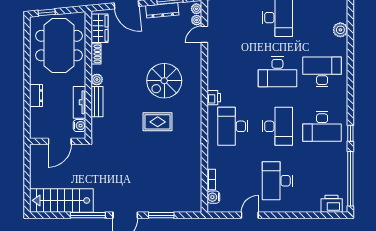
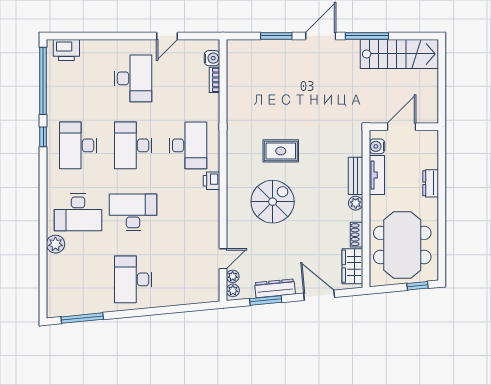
plant: (340, 30) -> (55, 244), moved
desk: (322, 126) -> (78, 145), turned -90

